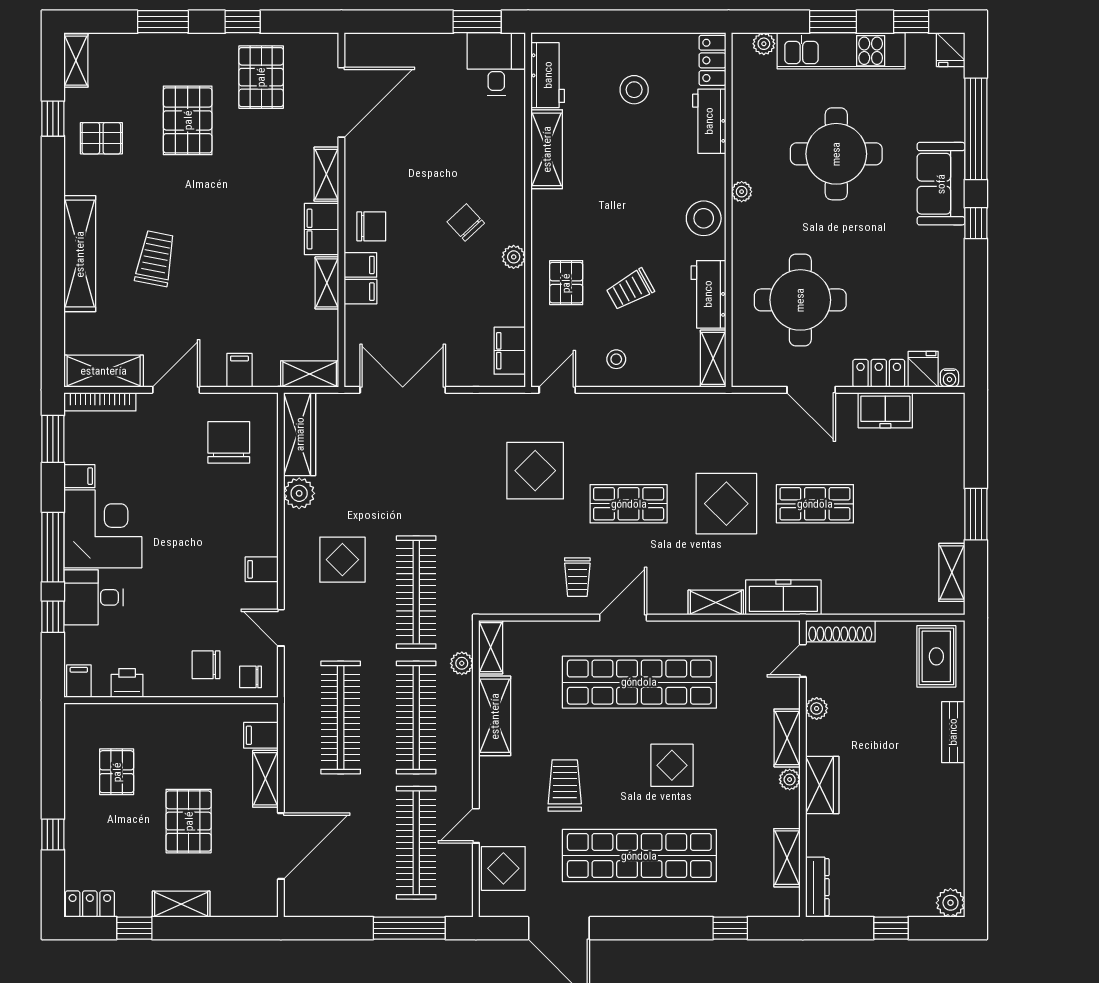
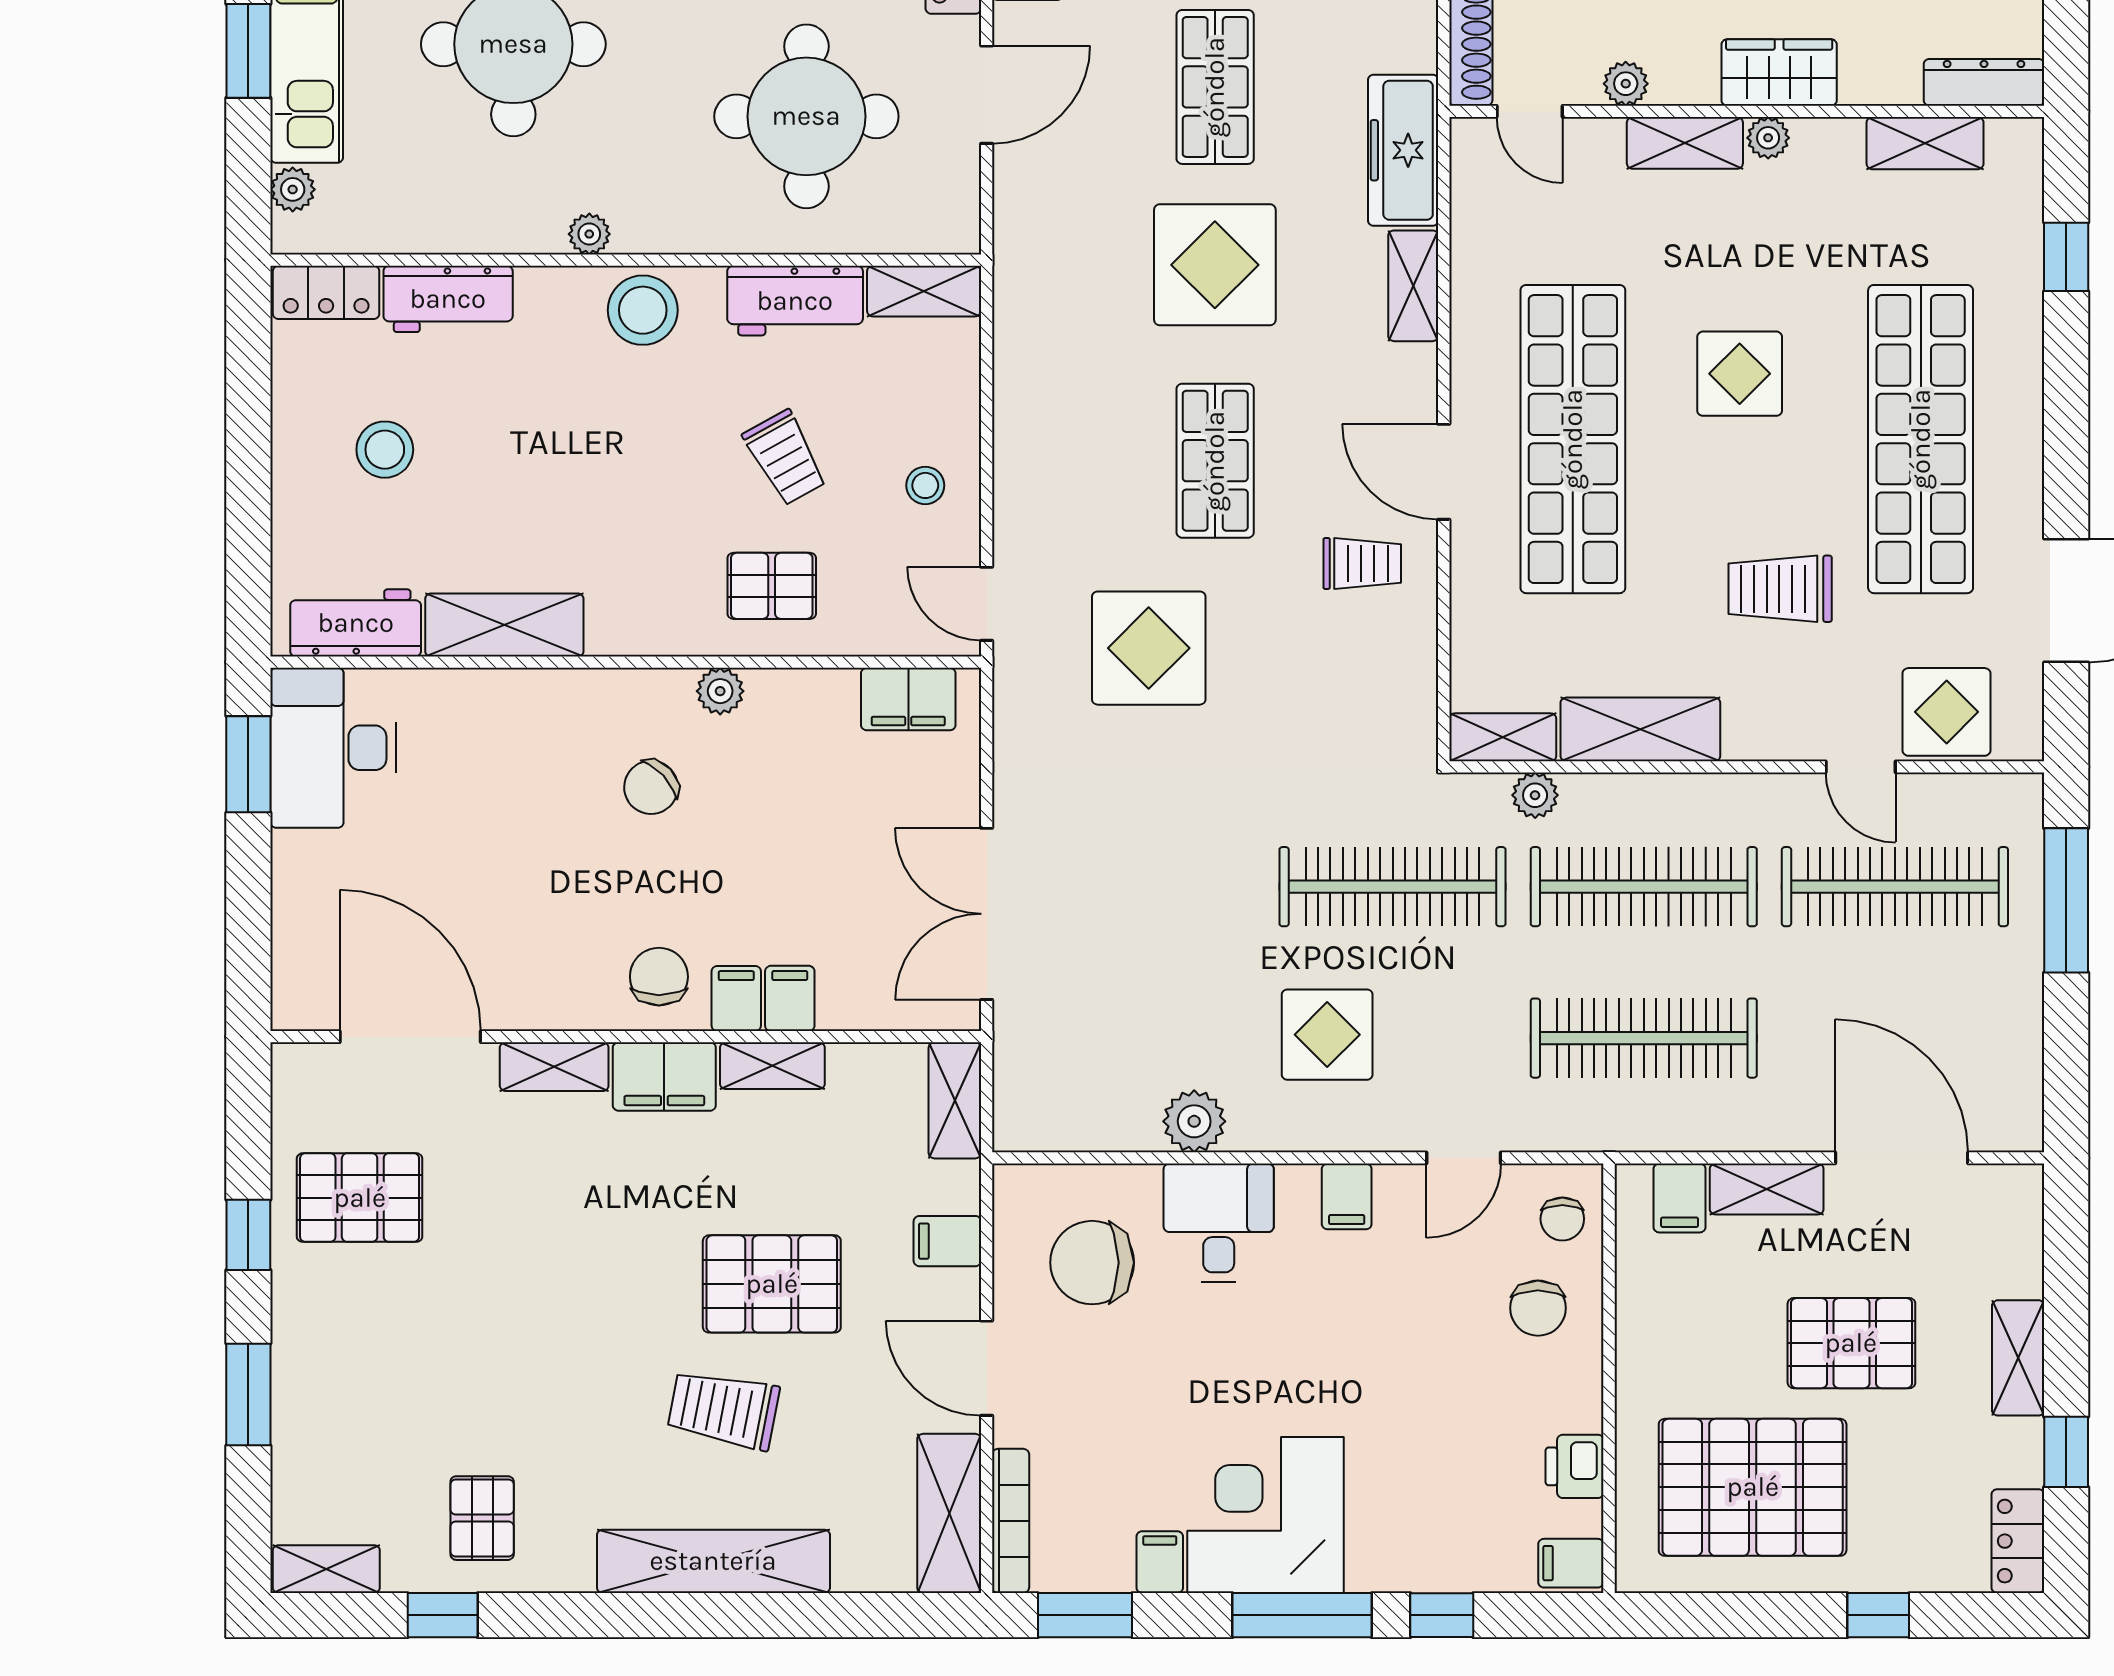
desk: (496, 64) -> (333, 748), width x1.37
pallet: (188, 120) -> (772, 1284), moved
wardrobe: (300, 434) -> (1076, 1120), removed
desk: (93, 597) -> (1219, 1223), moved, turned 180
pallet: (117, 772) -> (1753, 1487), width x2.05, depth x2.00

